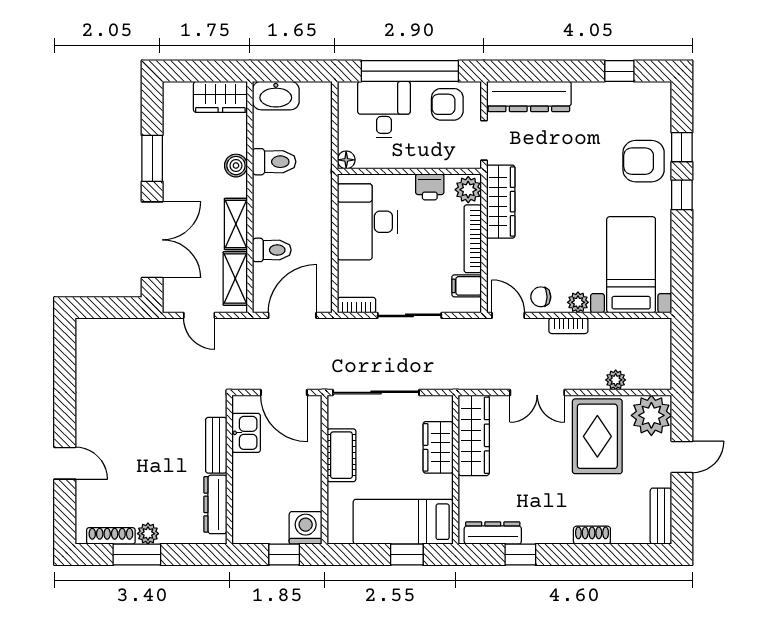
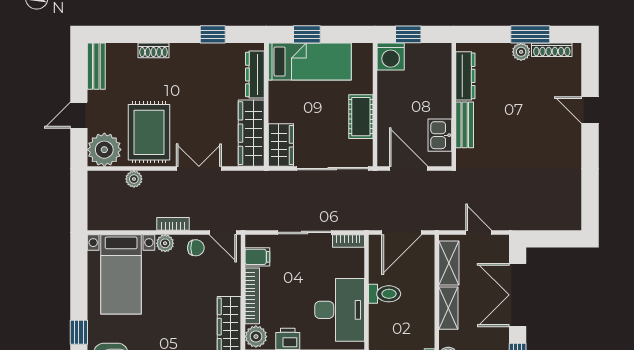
toilet: (272, 250) -> (385, 294), moved, turned 180
wardrobe: (438, 447) -> (281, 145), moved
dresser: (493, 533) -> (255, 74), moved, turned 90

